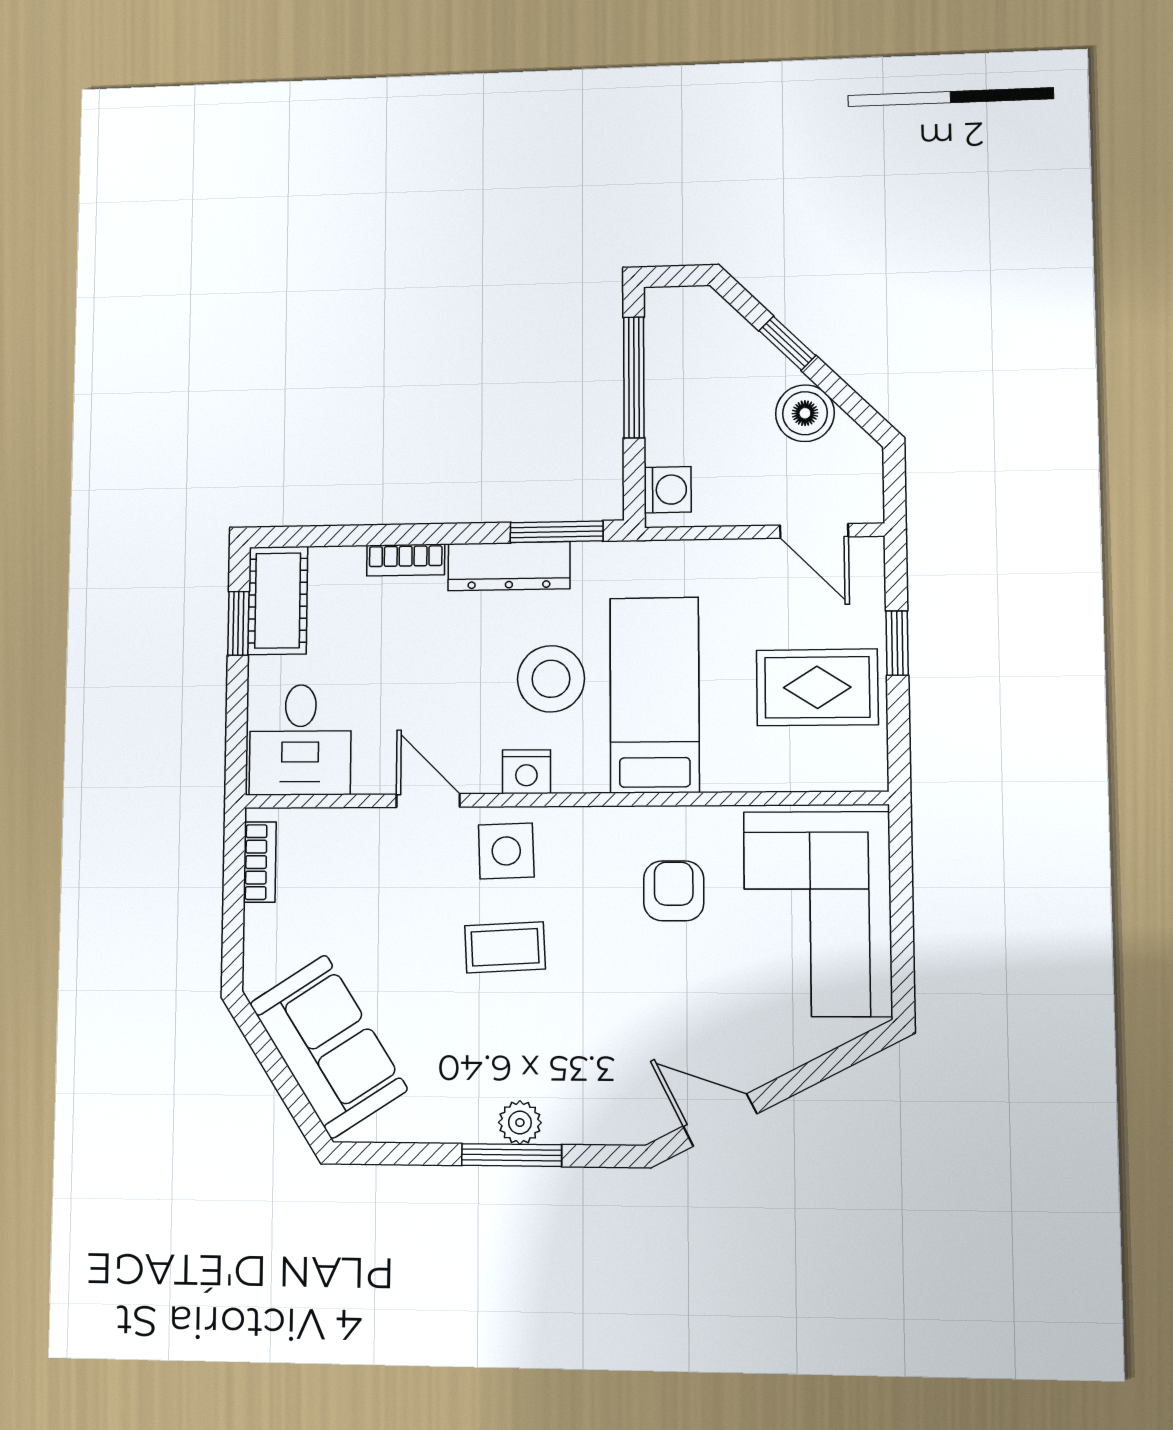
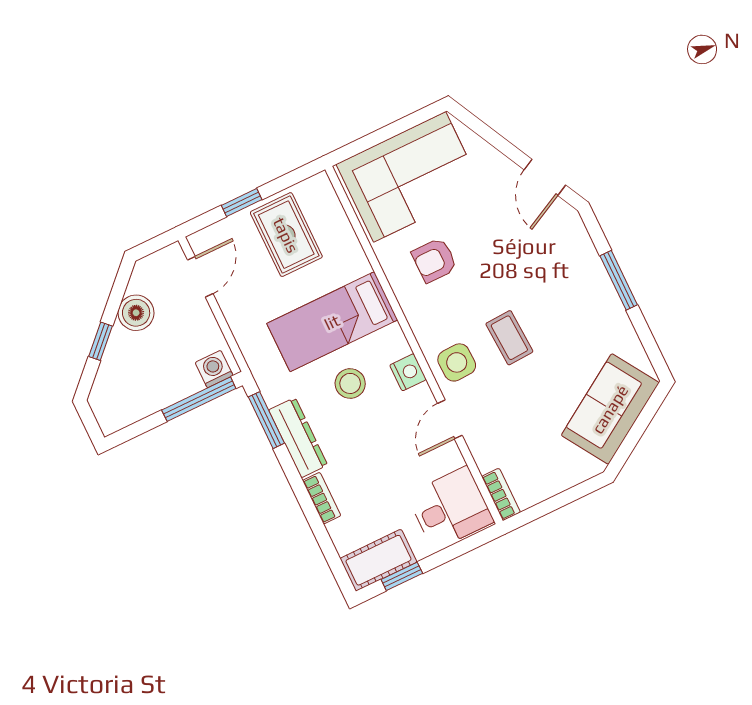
window: (634, 377) -> (199, 399), moved
stool: (551, 679) -> (350, 383), width x0.73, depth x0.73
bookcase: (260, 862) -> (501, 494), moved, turned 90
plant: (520, 1123) -> (599, 284), removed

